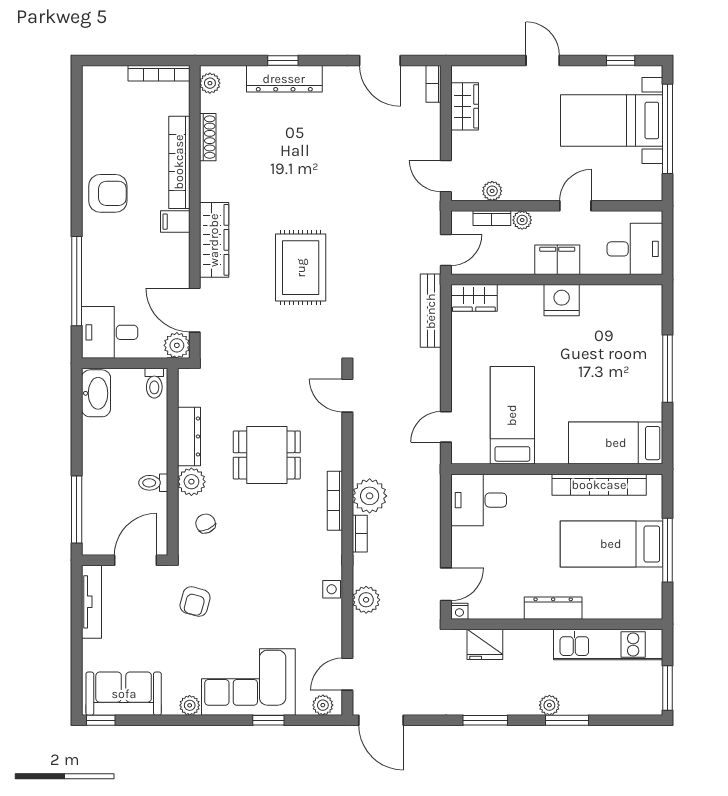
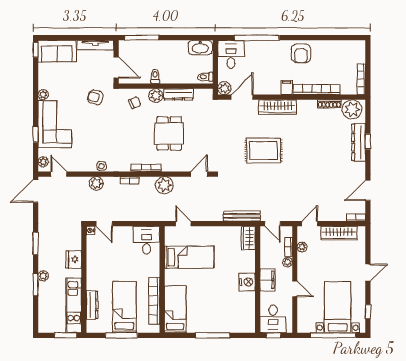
plant: (210, 83) -> (352, 109), width x1.88, depth x1.88
wardrobe: (465, 106) -> (339, 233), width x1.50
window: (667, 248) -> (274, 335), added
plant: (370, 496) -> (164, 185), moved
dresser: (553, 608) -> (92, 305), moved
fridge: (485, 644) -> (74, 259), moved
window: (667, 688) -> (65, 335), moved
sofa: (124, 694) -> (57, 51), moved, turned 90

